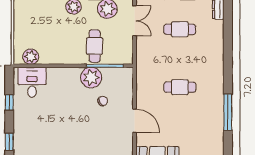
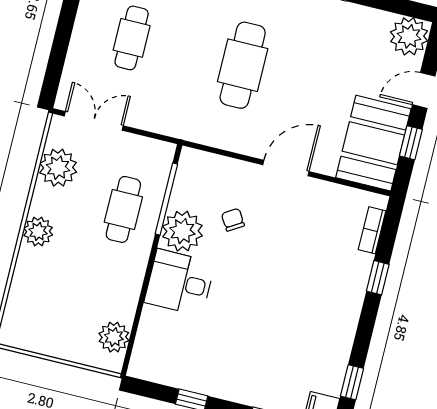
cafe table: (95, 46) -> (123, 209), turned 90
desk: (32, 82) -> (180, 282), moved
cafe table: (180, 87) -> (243, 65), width x1.37, depth x1.35

